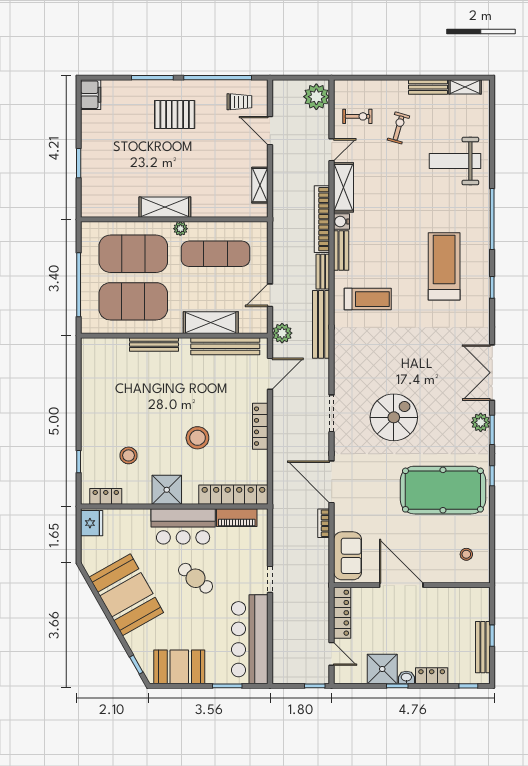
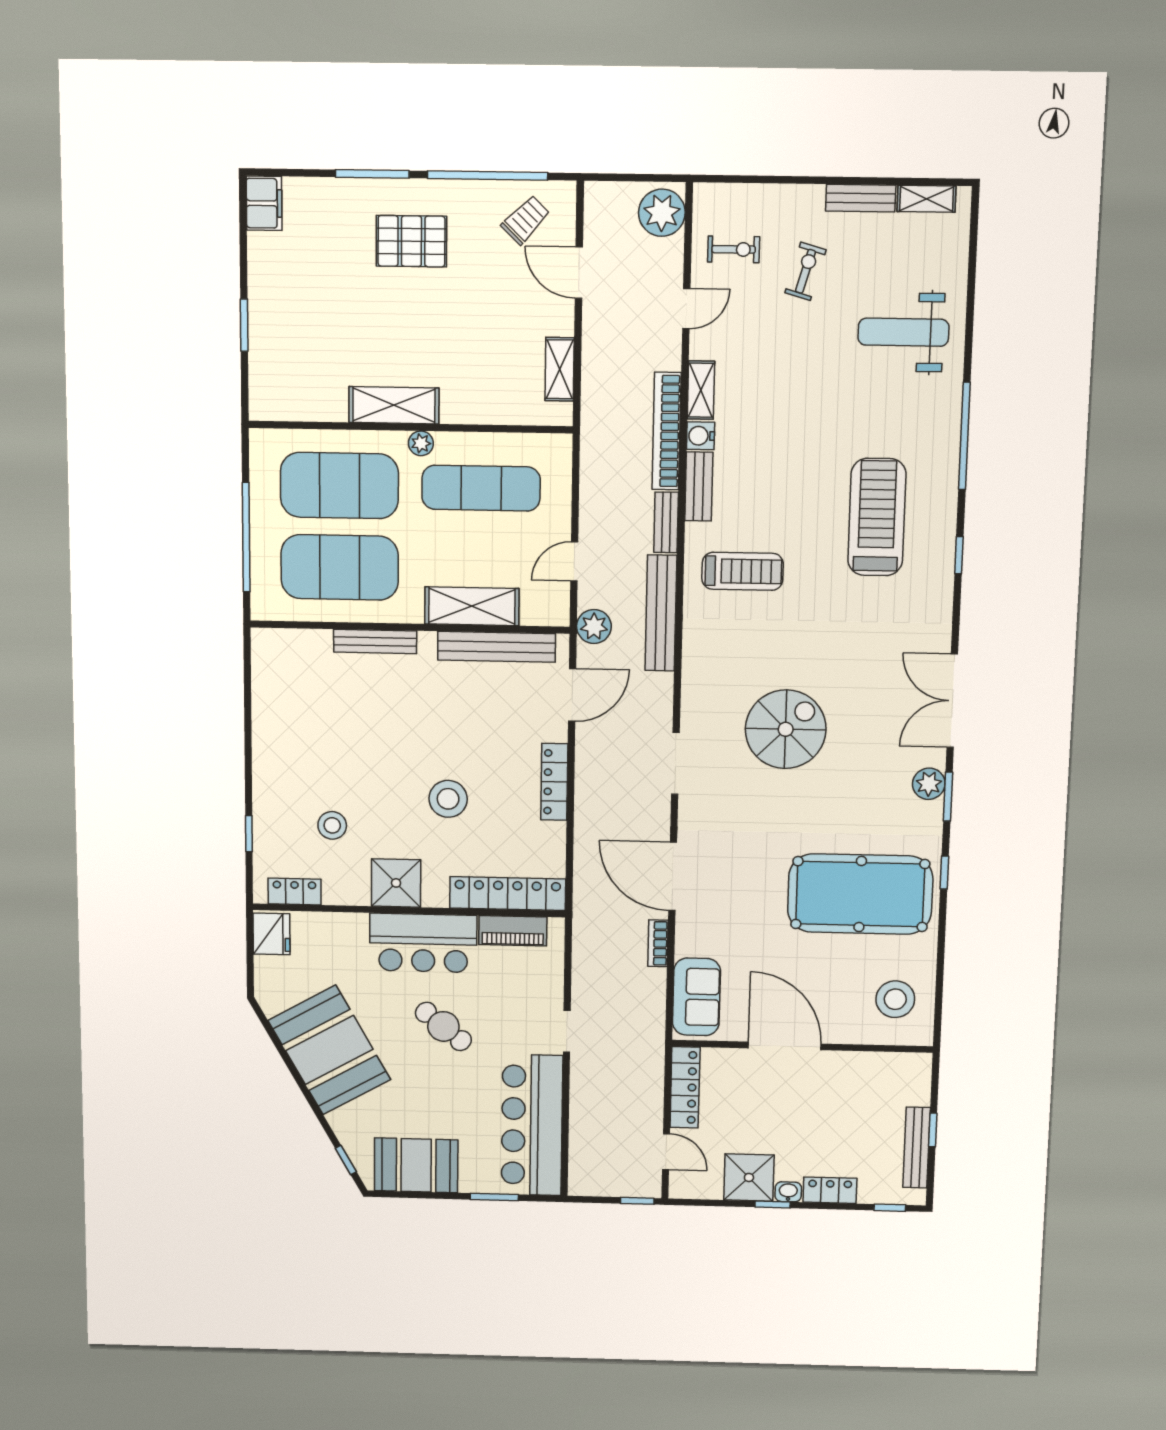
trolley: (239, 102) -> (526, 220), turned -46
shelving: (343, 187) -> (701, 390), width x0.67, depth x0.75
spiral stairs: (394, 417) -> (786, 729), moved
stool: (466, 554) -> (895, 999), width x1.89, depth x1.89

